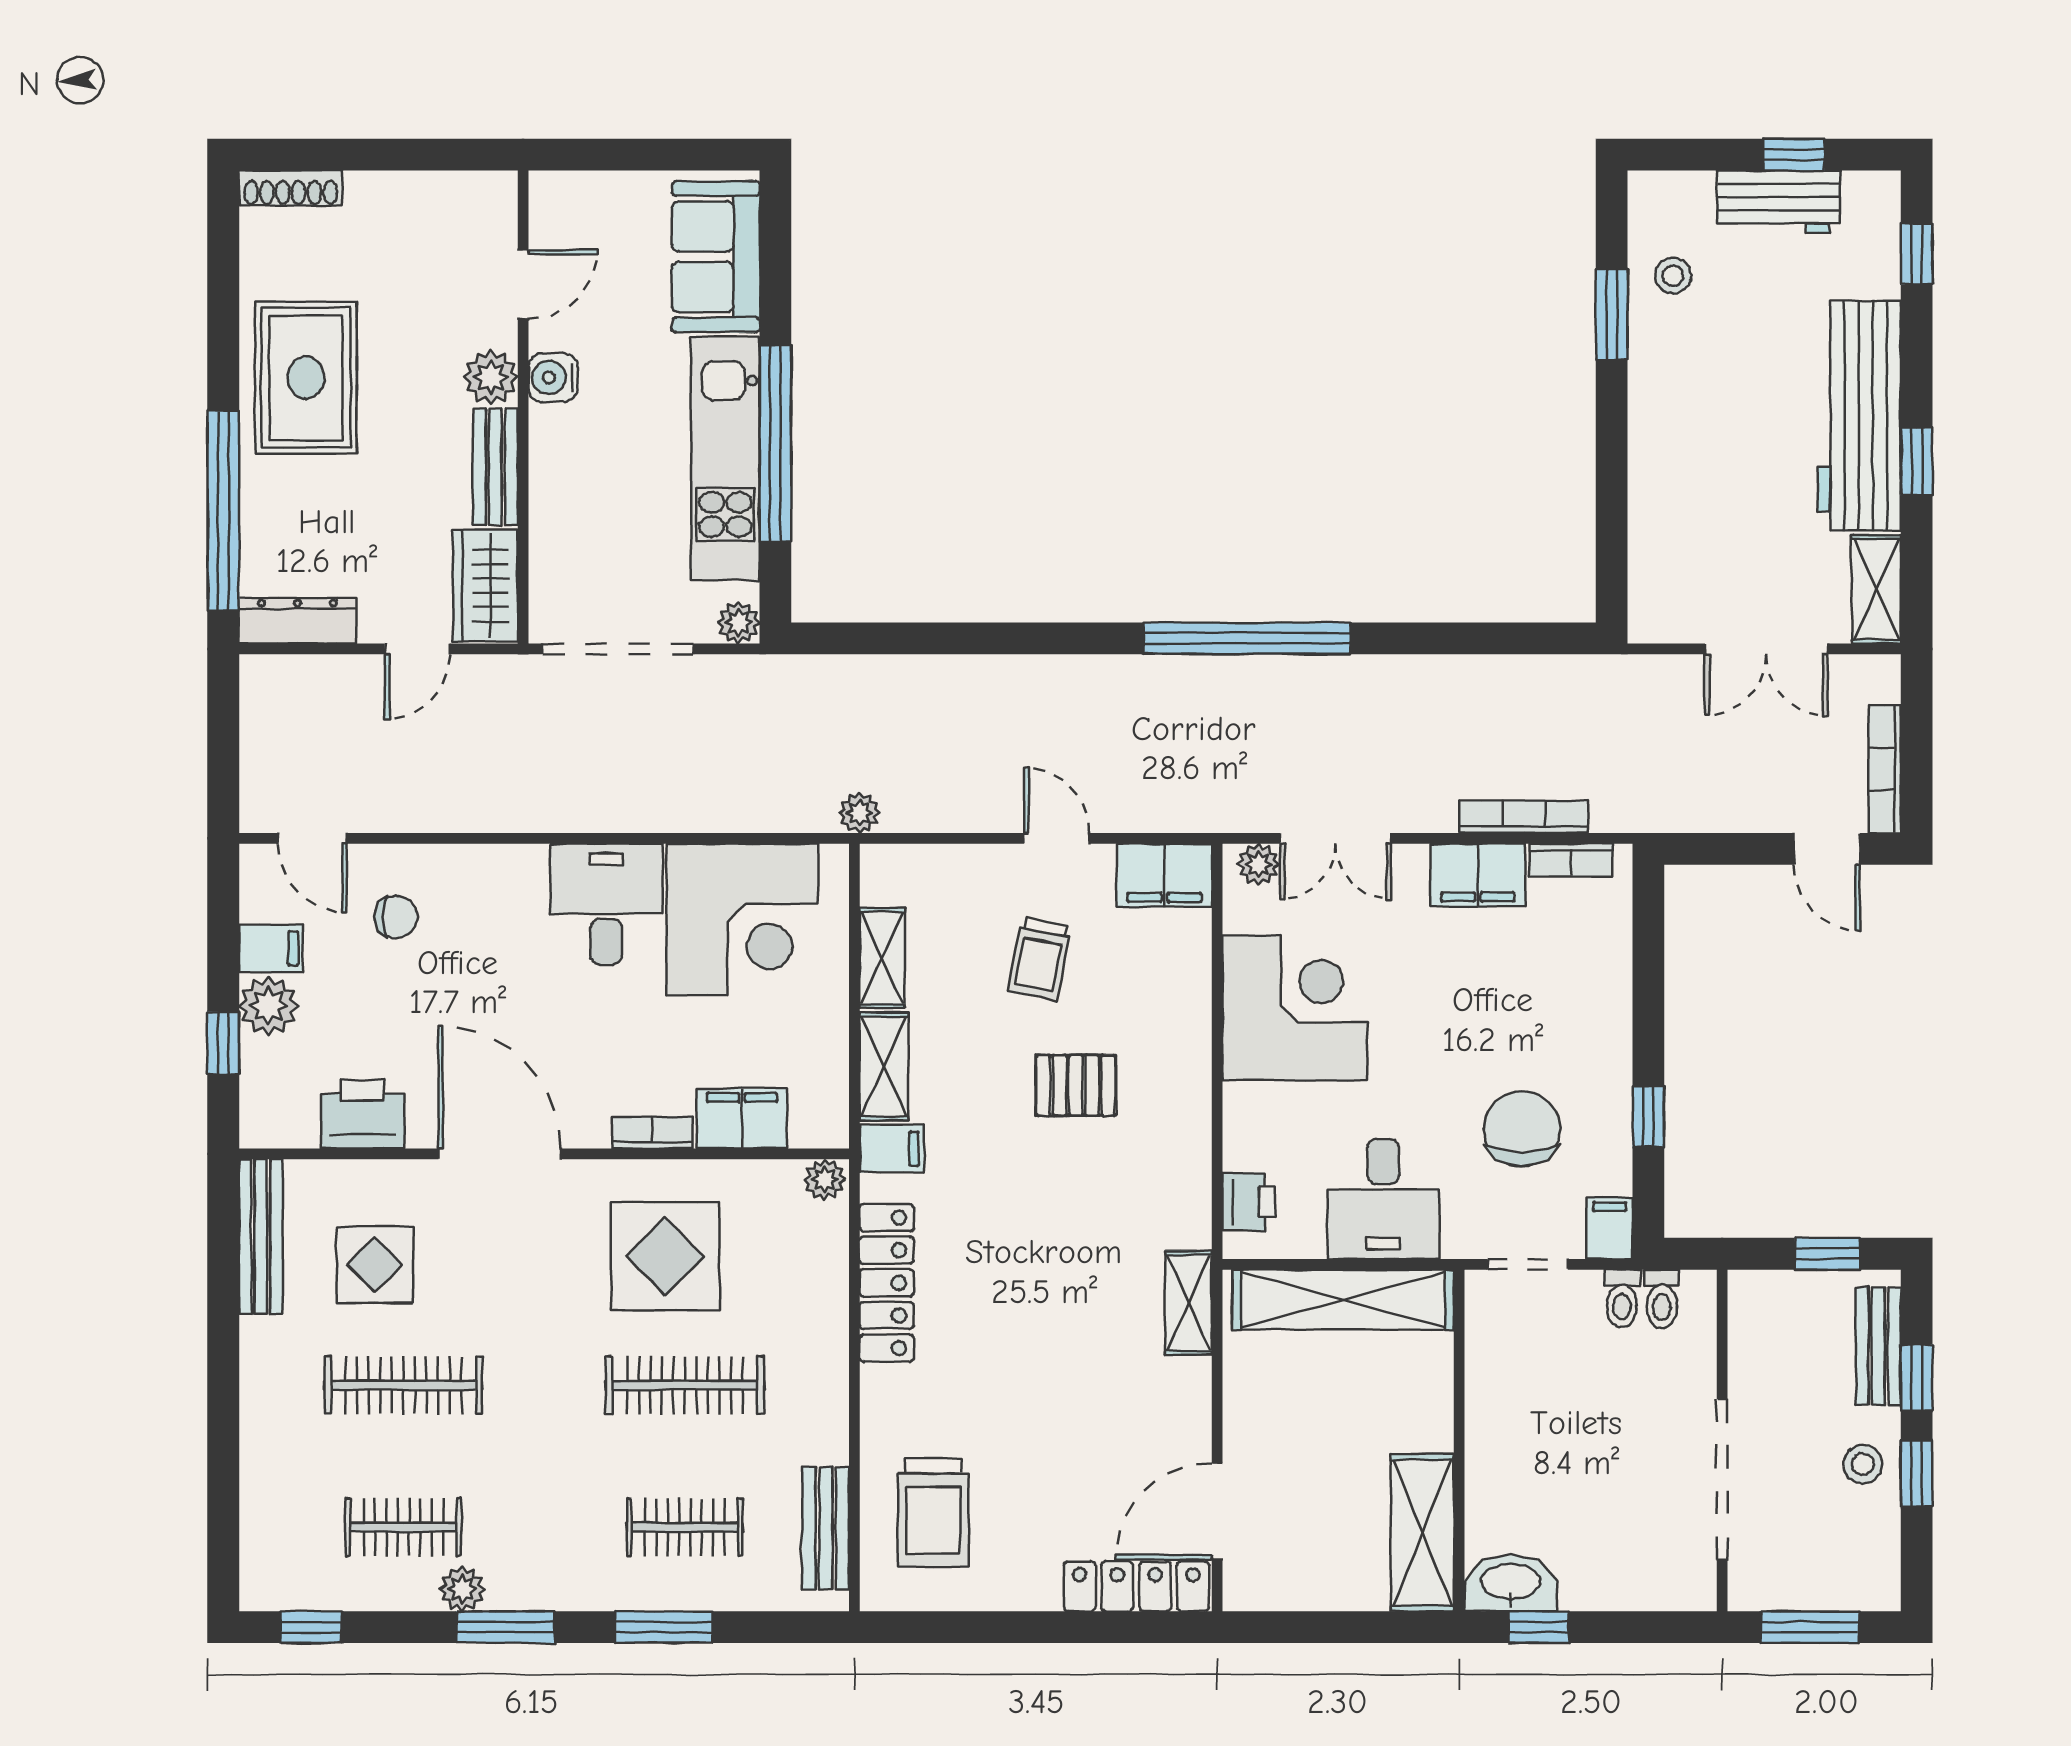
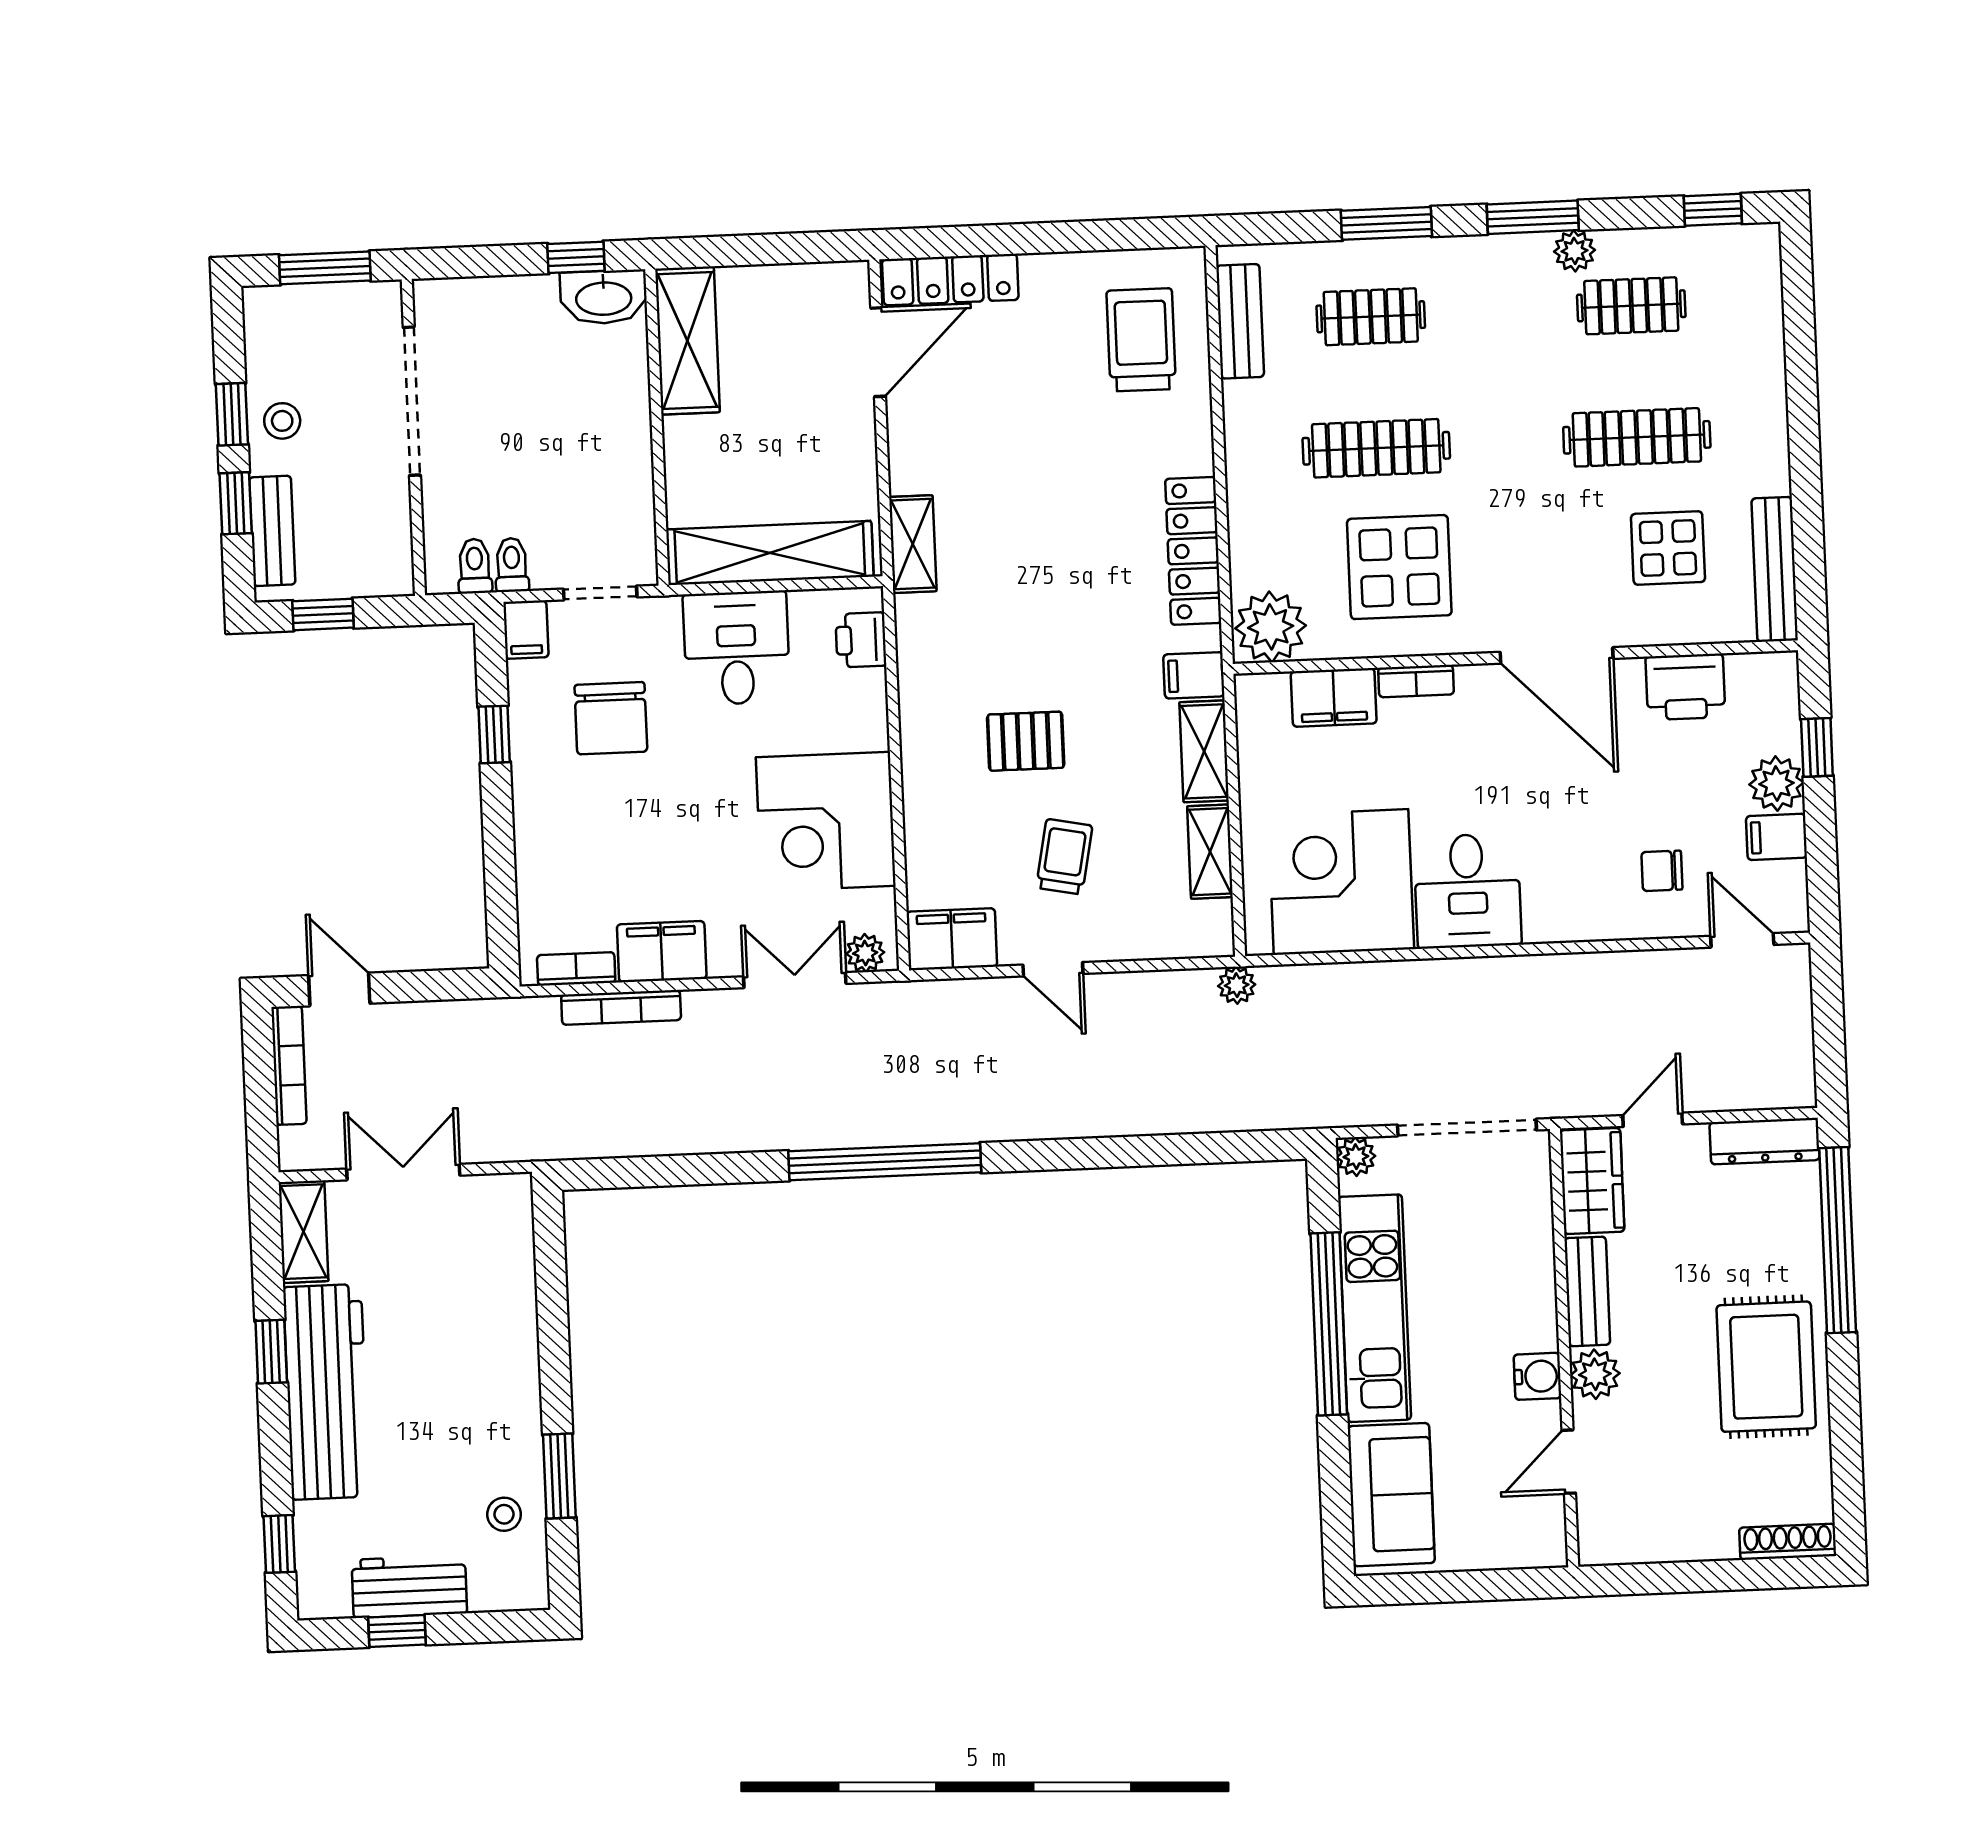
plant: (825, 1180) -> (1271, 627), width x1.87, depth x1.87

